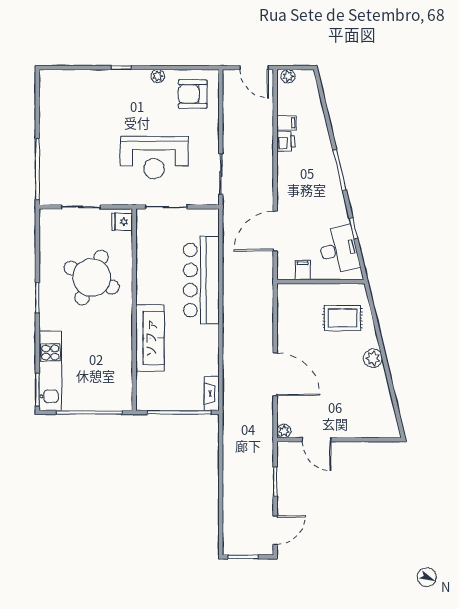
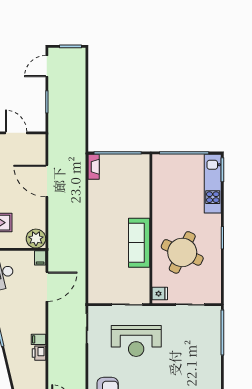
filing cabinet: (286, 123) -> (38, 339), moved
reception desk: (154, 158) -> (136, 341), turned 180
filing cabinet: (303, 270) -> (40, 258), moved
bar counter: (201, 280) -> (101, 251), removed
sofa: (150, 338) -> (139, 243), moved
plant: (284, 431) -> (36, 239), moved, width x1.88, depth x1.88

